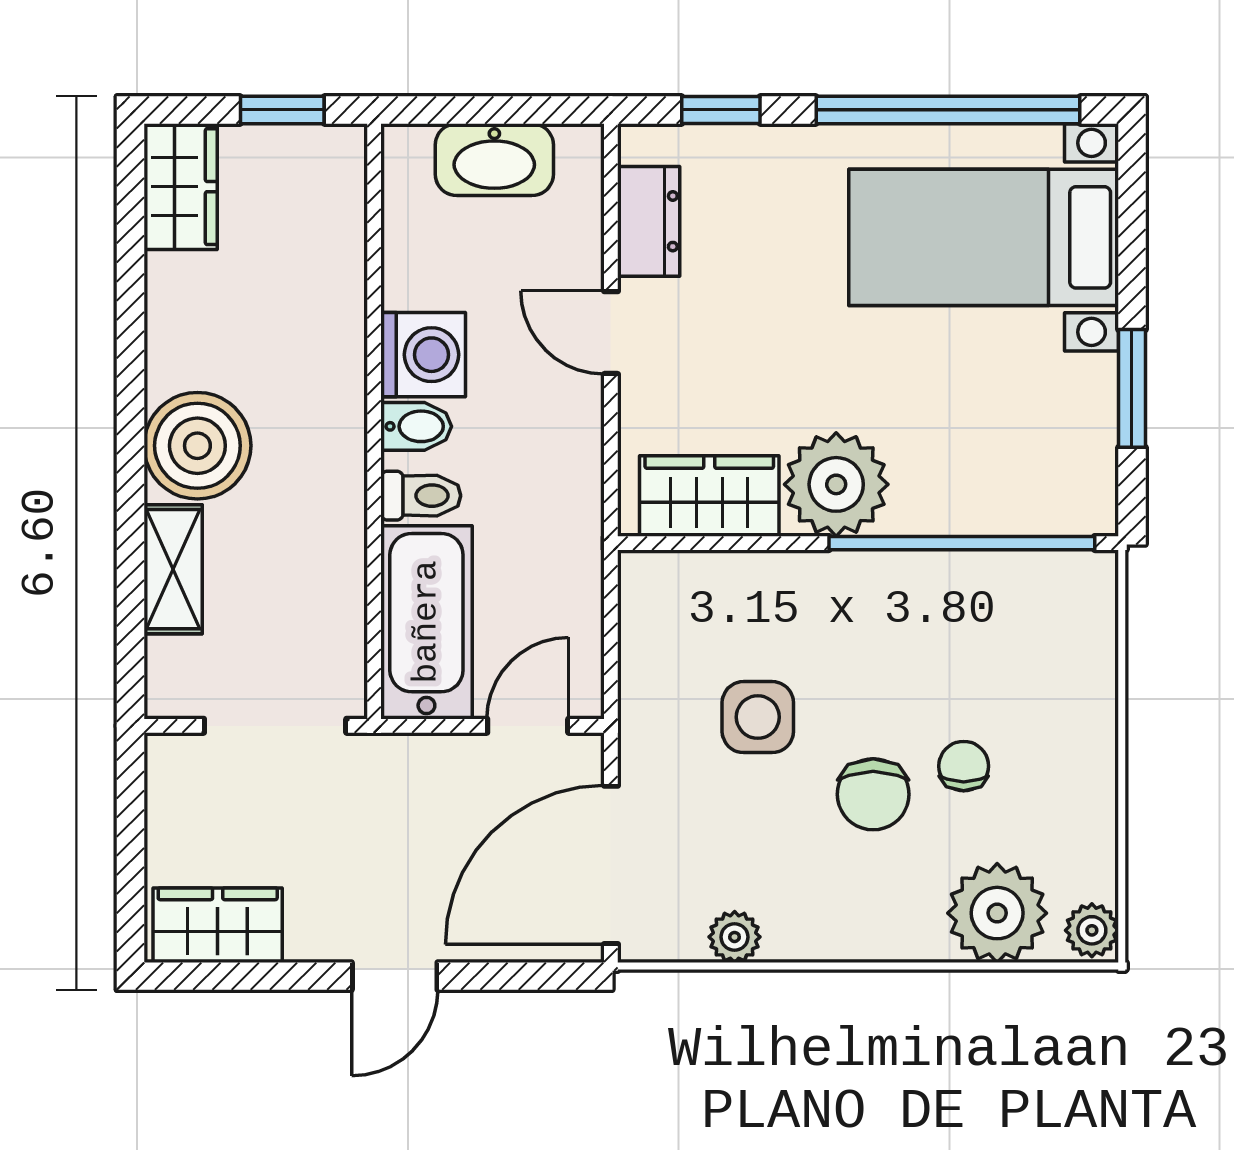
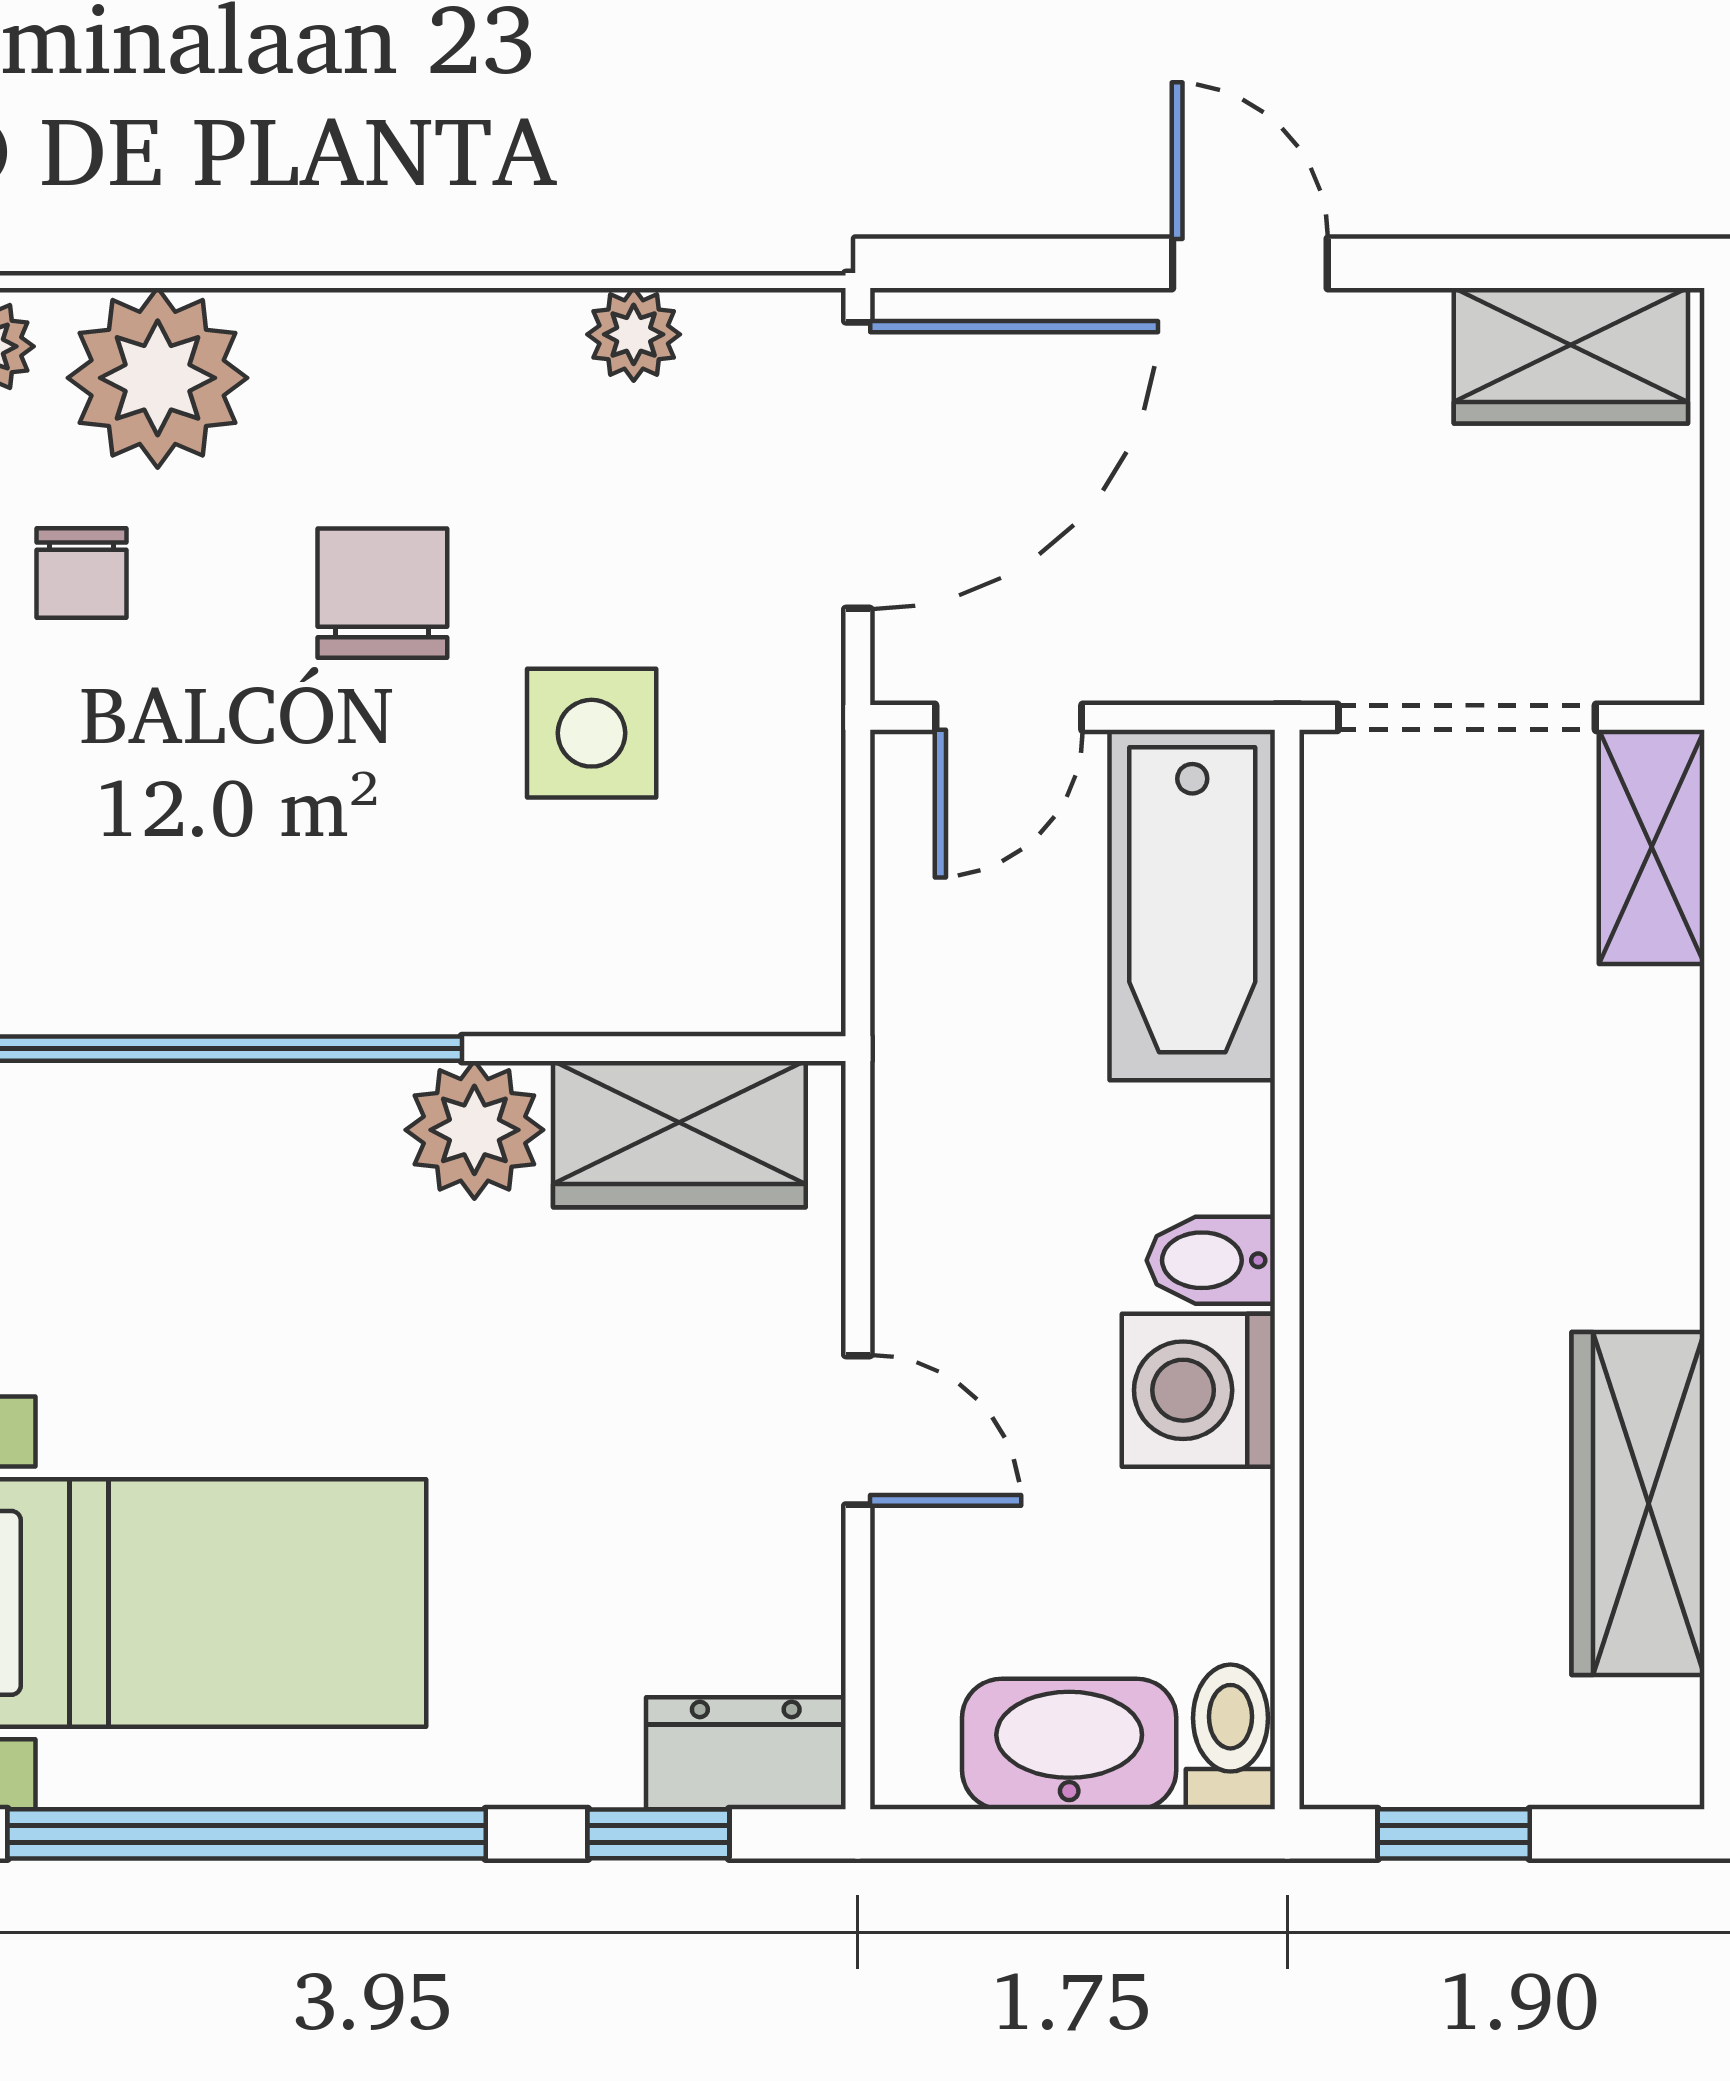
wardrobe: (181, 187) -> (1638, 1503), moved, width x1.50
dresser: (649, 221) -> (746, 1753), moved, turned 90
boiler: (197, 446) -> (1608, 1225), removed
plant: (836, 484) -> (474, 1130), width x0.73, depth x0.73
toilet: (421, 496) -> (1230, 1737), moved, turned 90
shelving: (173, 569) -> (1652, 847), moved
chair: (964, 766) -> (81, 573), moved
door: (395, 976) -> (1250, 263), hinge flipped

